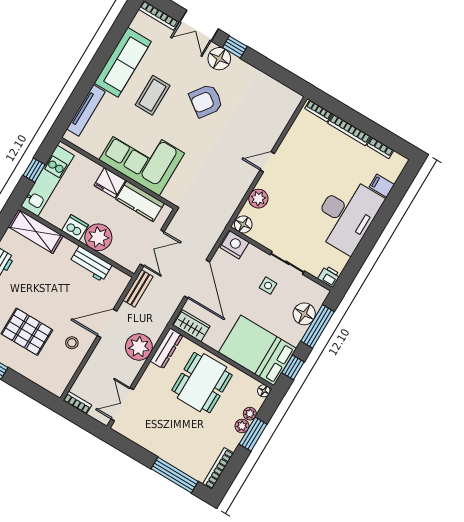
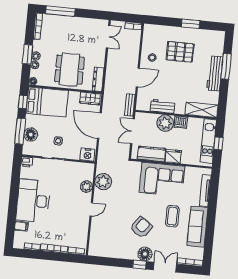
floor lamp: (243, 224) -> (88, 168), removed
plant: (139, 347) -> (103, 182), moved

